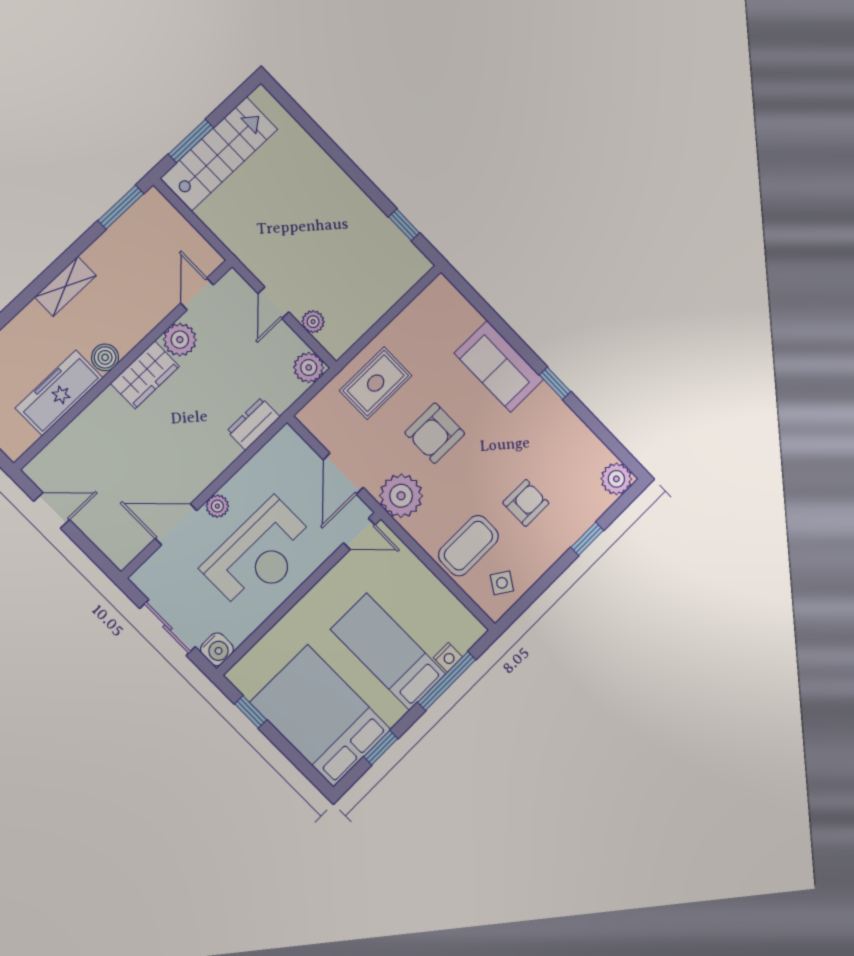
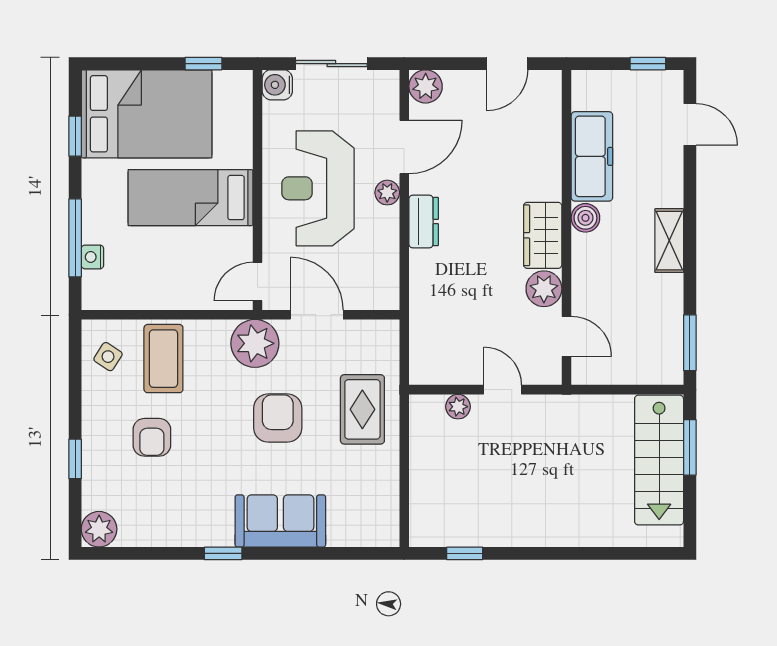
plant: (309, 368) -> (426, 86), moved
dresser: (253, 424) -> (424, 222), moved
bed: (388, 652) -> (191, 198), moved, turned 180

